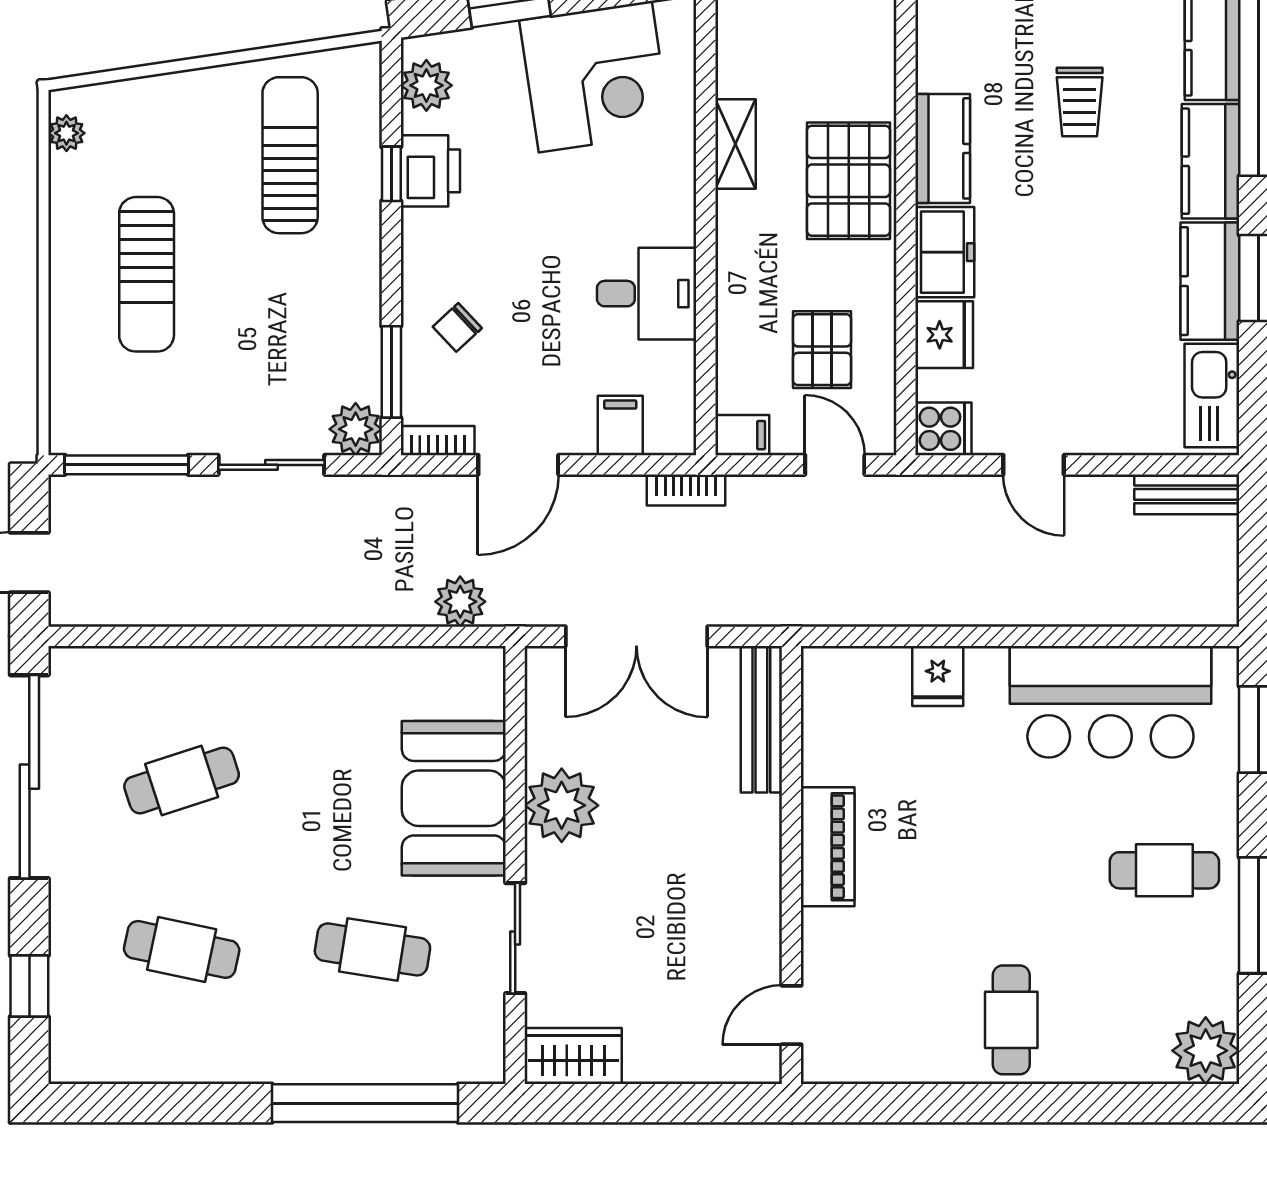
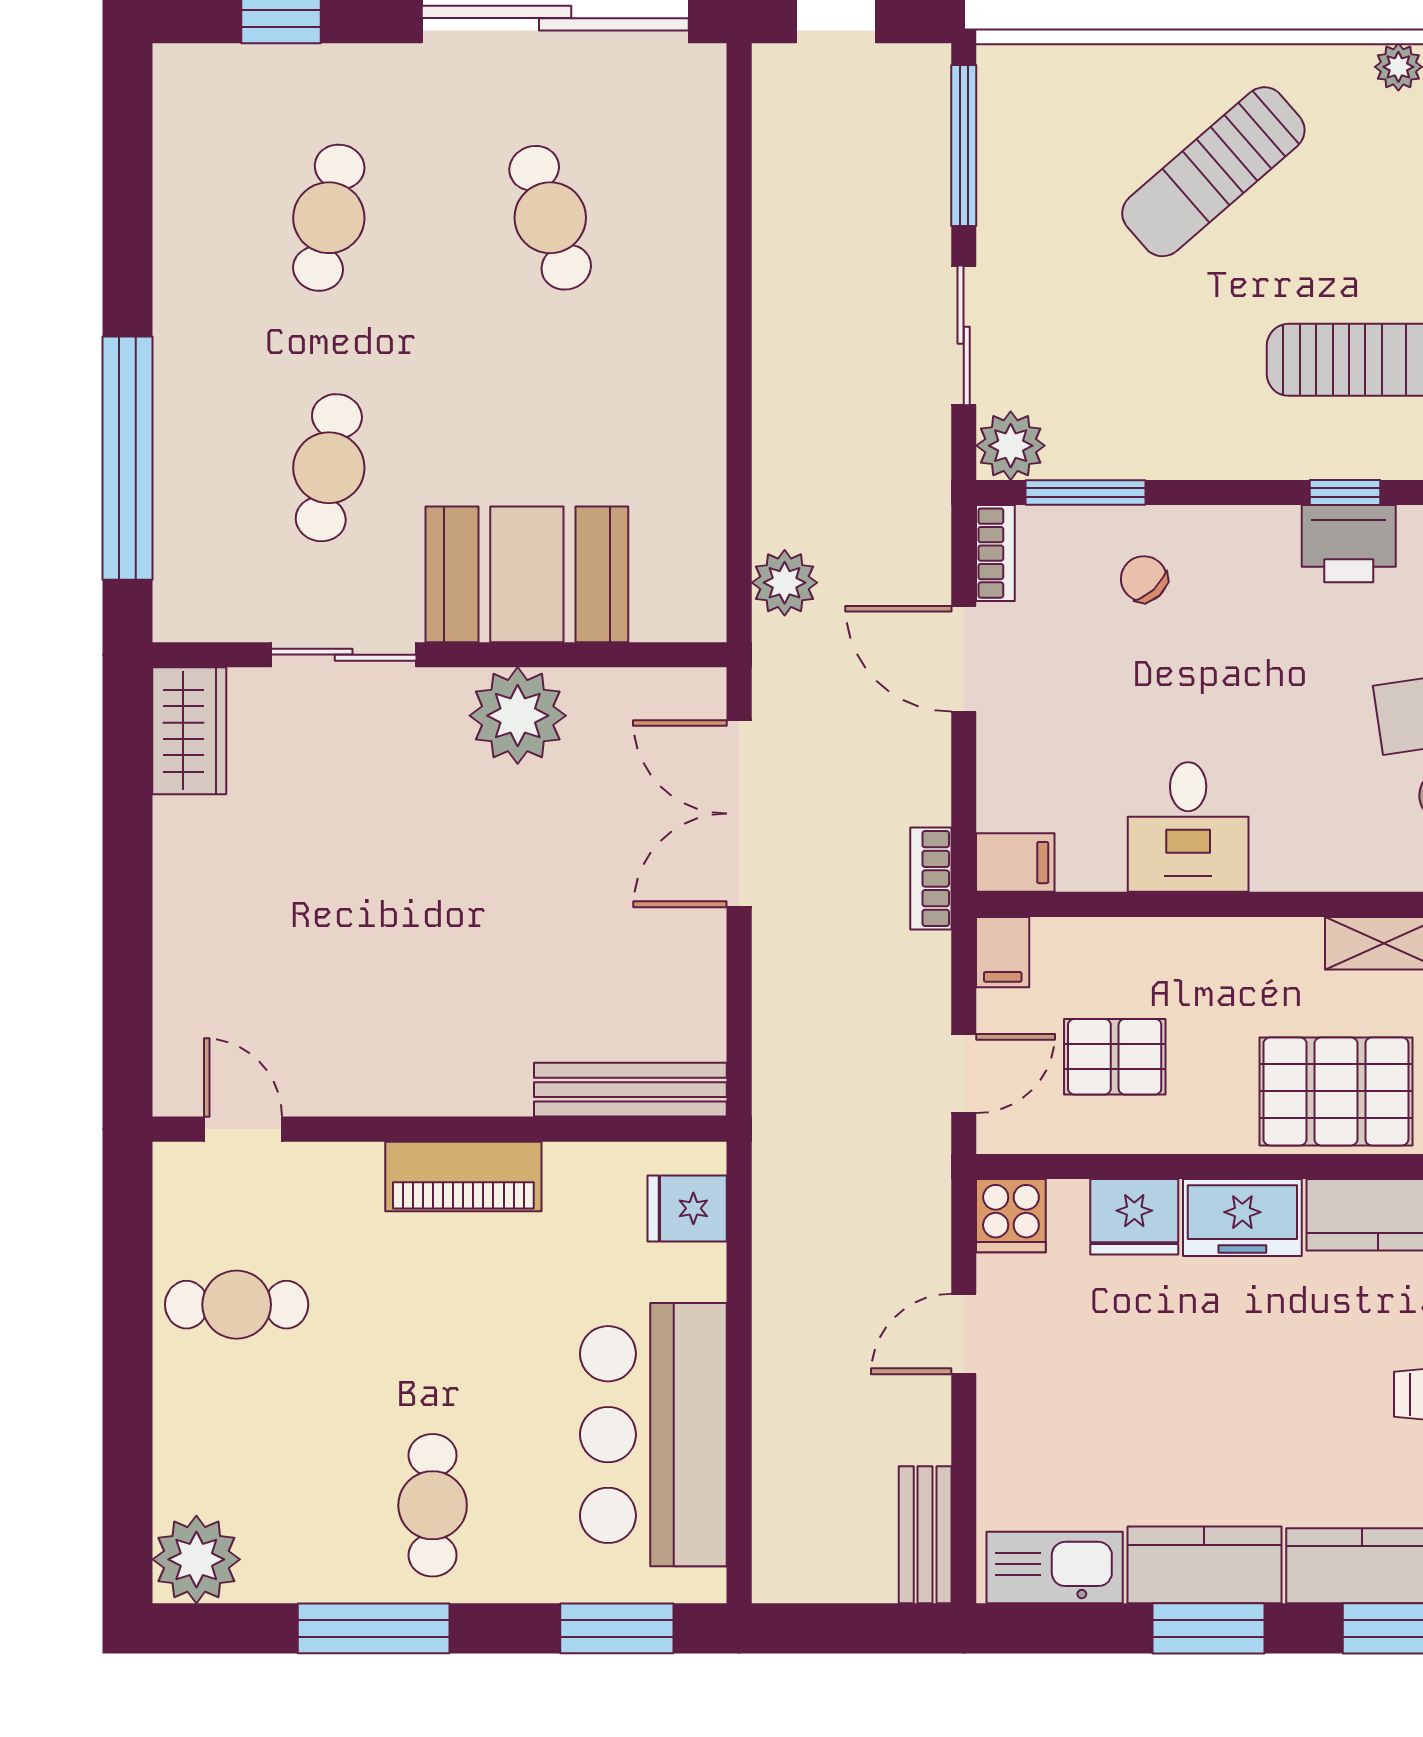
sun lounger: (147, 274) -> (1213, 172), turned -41
filing cabinet: (620, 425) -> (1015, 863), moved
bench: (761, 719) -> (630, 1090), moved
piano: (828, 847) -> (463, 1176), moved
wall: (791, 865) -> (440, 1129), moved
door: (791, 1015) -> (243, 1129), moved

